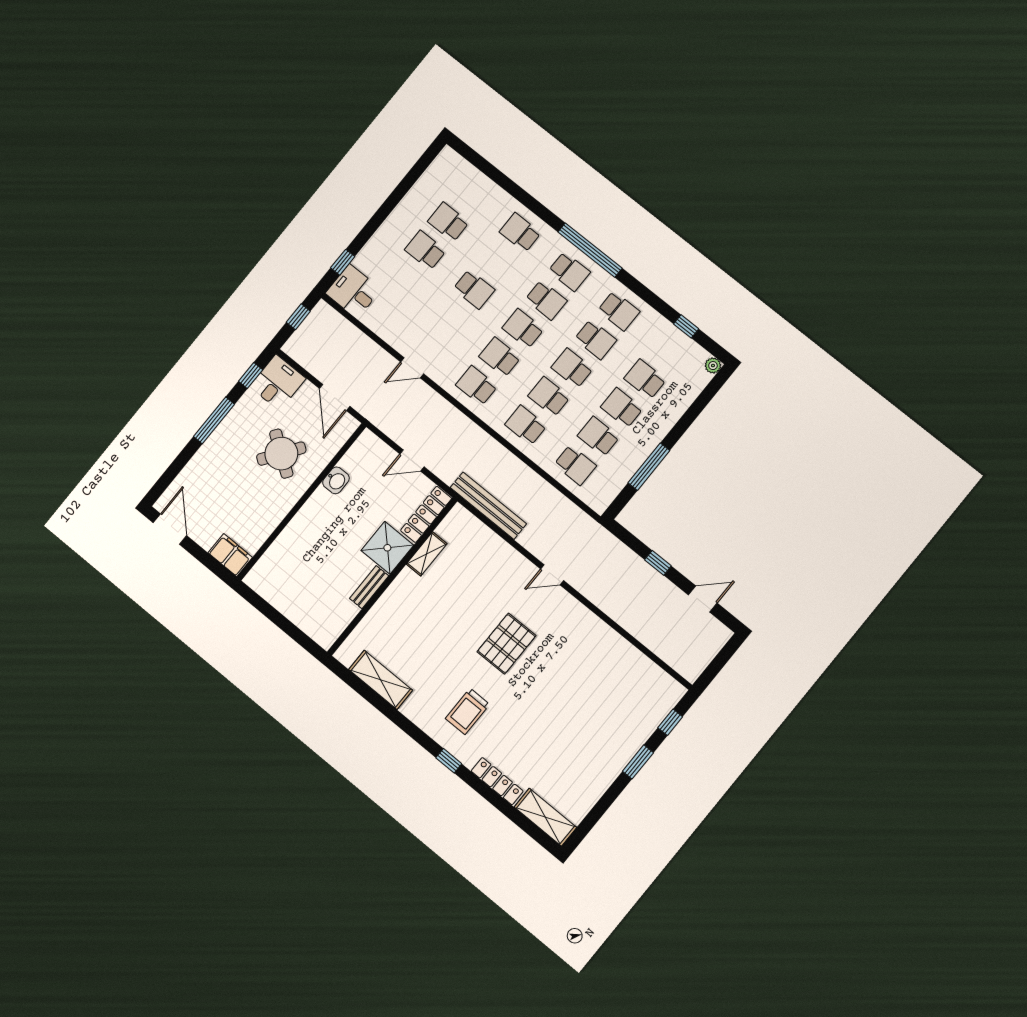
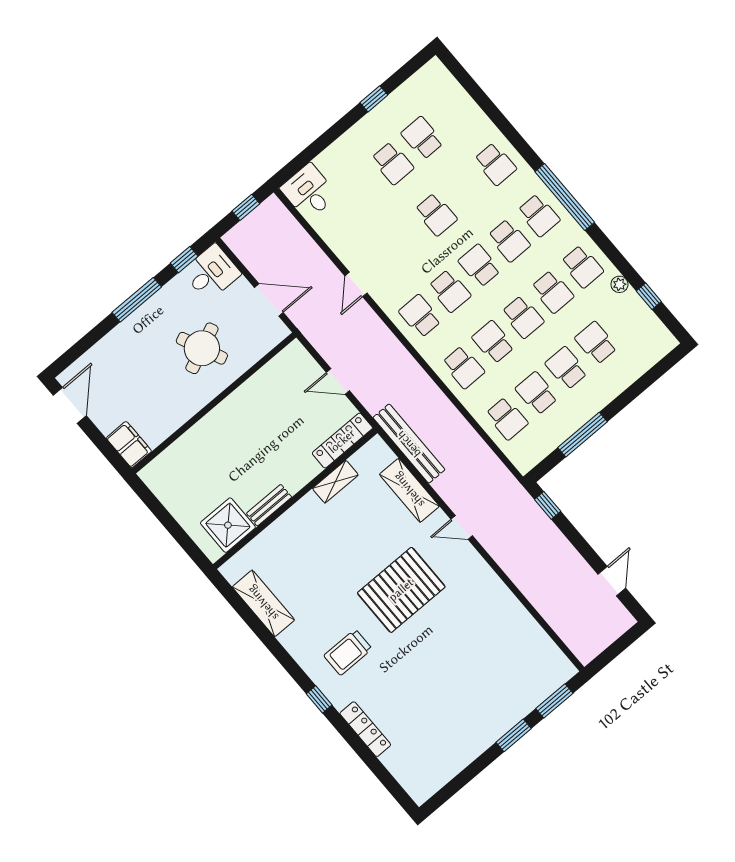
school desk: (520, 232) -> (495, 164), turned 180
school desk: (425, 250) -> (392, 163), turned 180
window: (343, 262) -> (374, 99), moved
school desk: (500, 357) -> (450, 291), turned 180
plant: (713, 366) -> (619, 284), moved
door: (412, 368) -> (356, 284), hinge flipped
school desk: (572, 368) -> (523, 317), turned 180
door: (335, 397) -> (269, 300), swing flipped
school desk: (526, 425) -> (463, 367), turned 180
round table: (281, 454) -> (202, 348), turned 31
washbasin: (336, 480) -> (254, 387), removed
shower: (387, 548) -> (228, 525), moved
window: (658, 563) -> (548, 505), moved
door: (703, 599) -> (612, 581), hinge flipped
pallet: (507, 644) -> (401, 590), width x1.37, depth x1.41
window: (670, 722) -> (554, 701), width x1.50
shelving: (545, 817) -> (409, 490), moved

